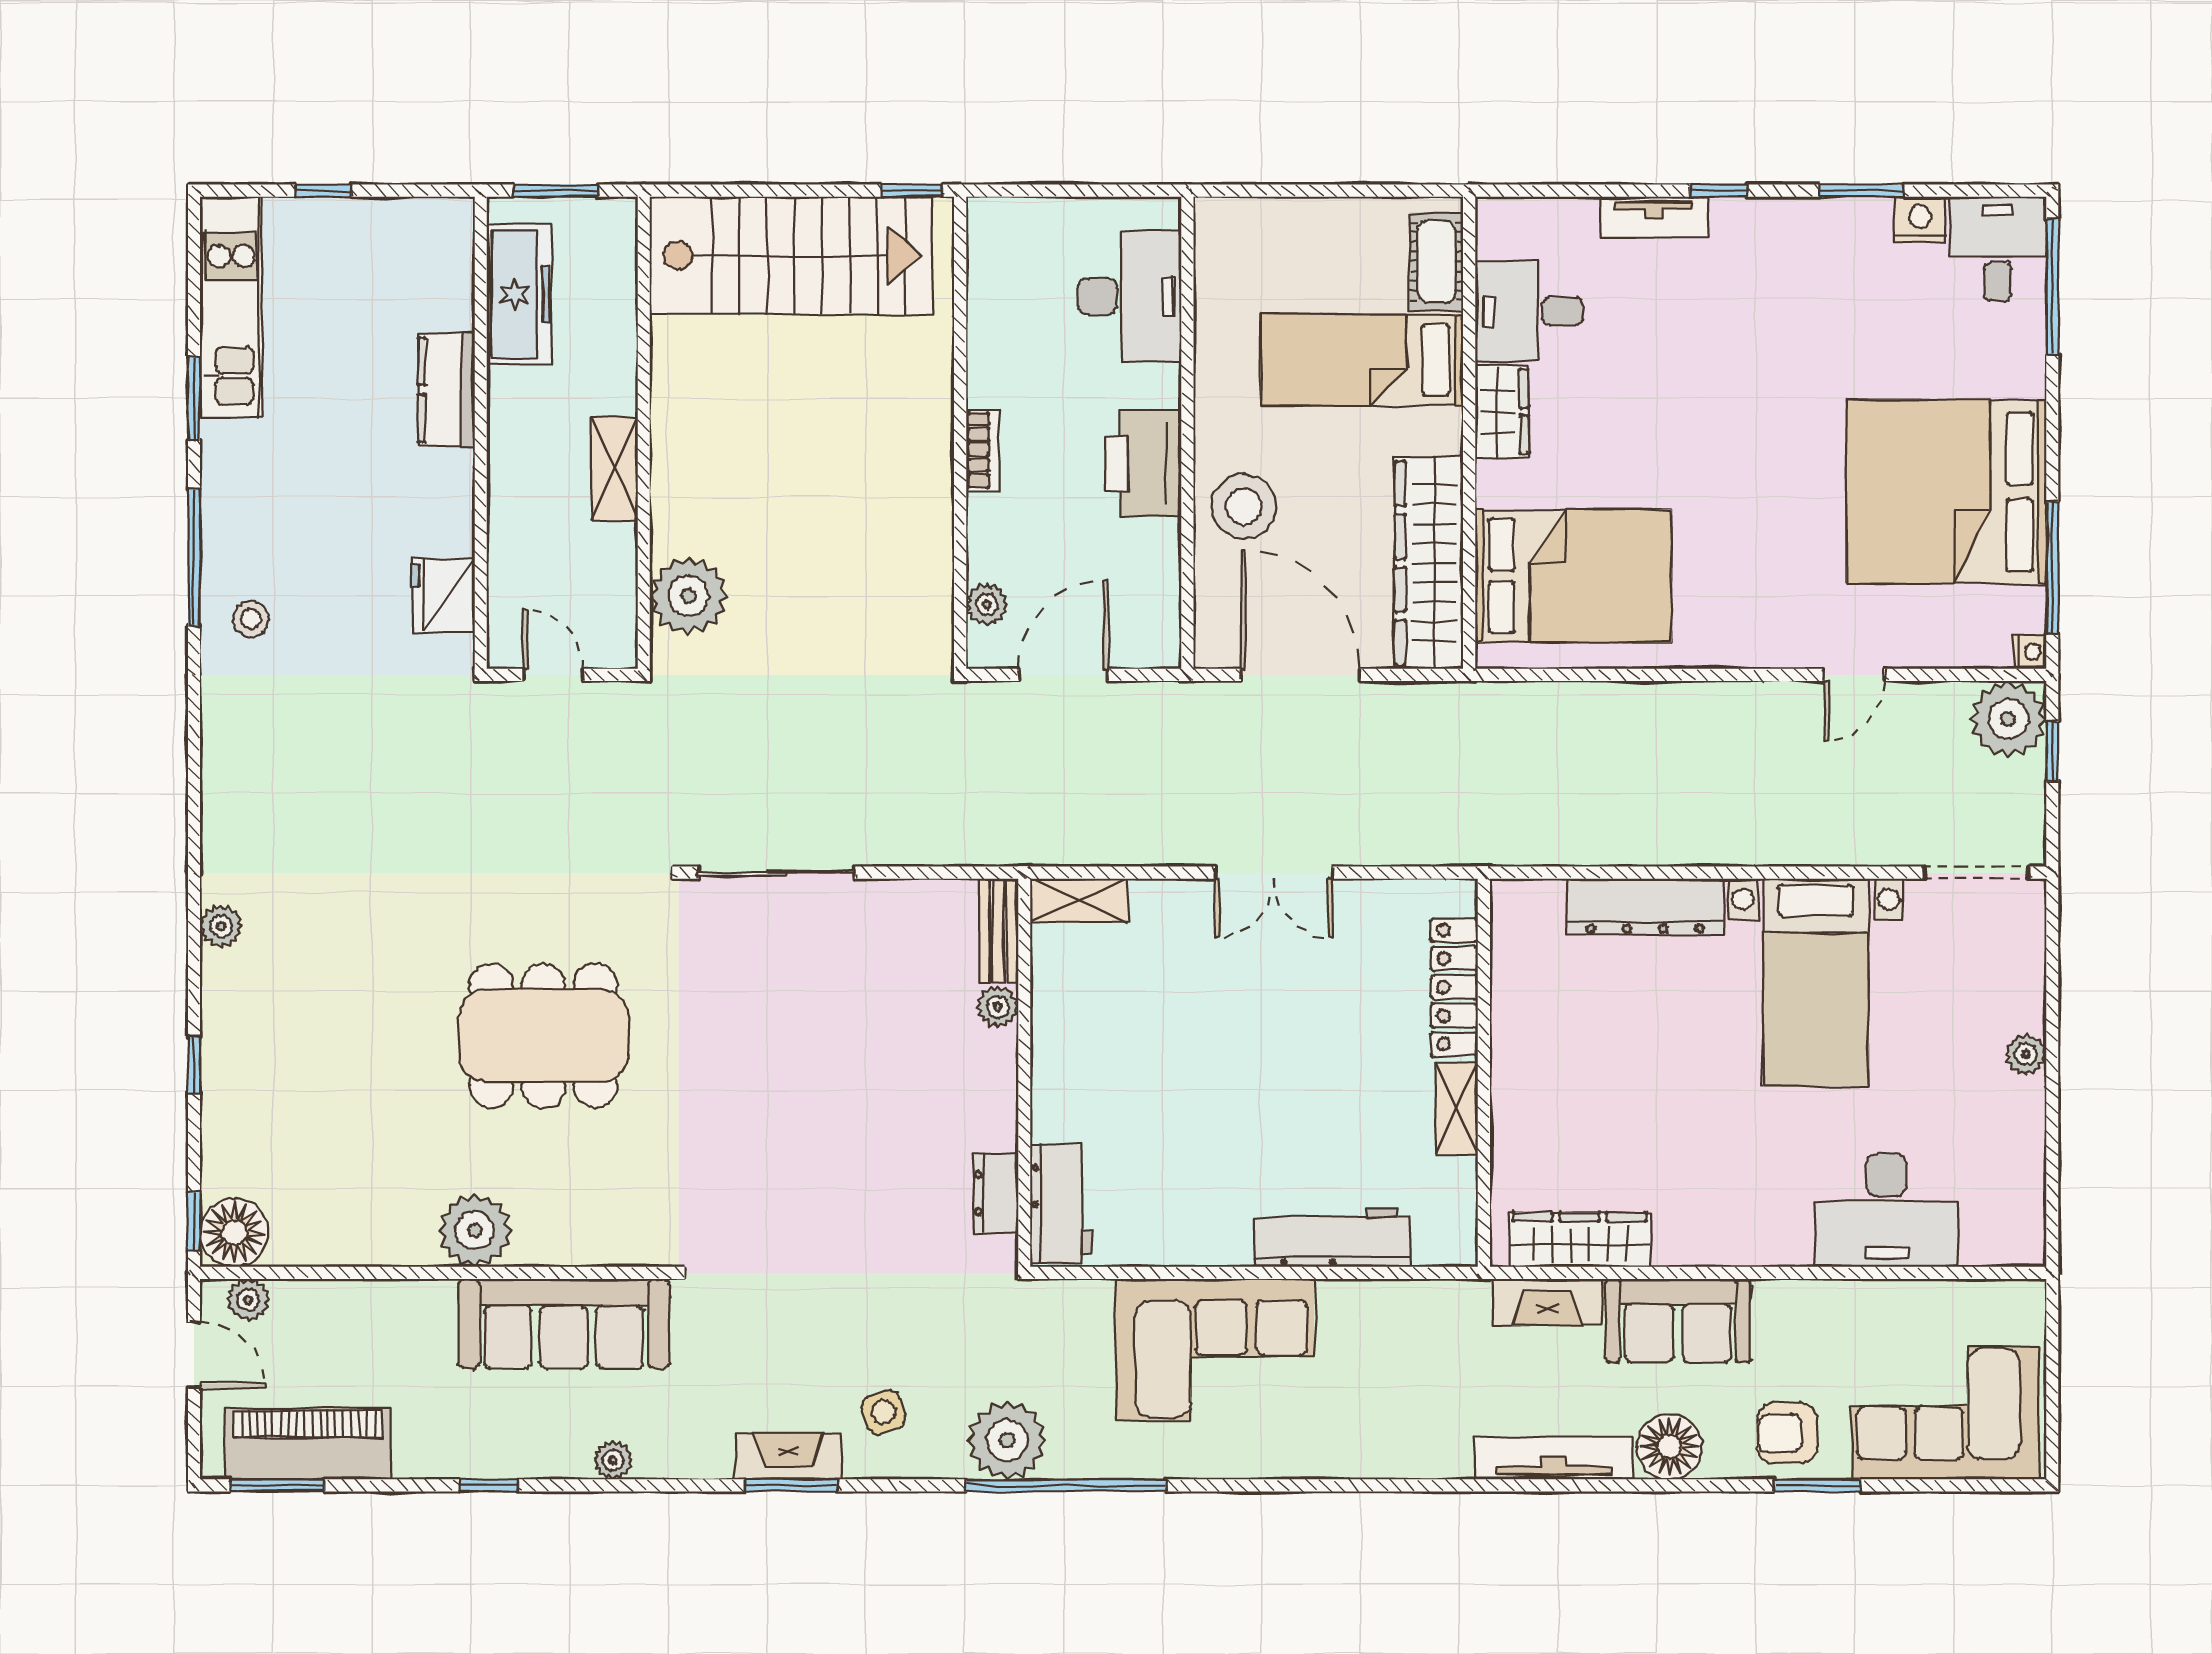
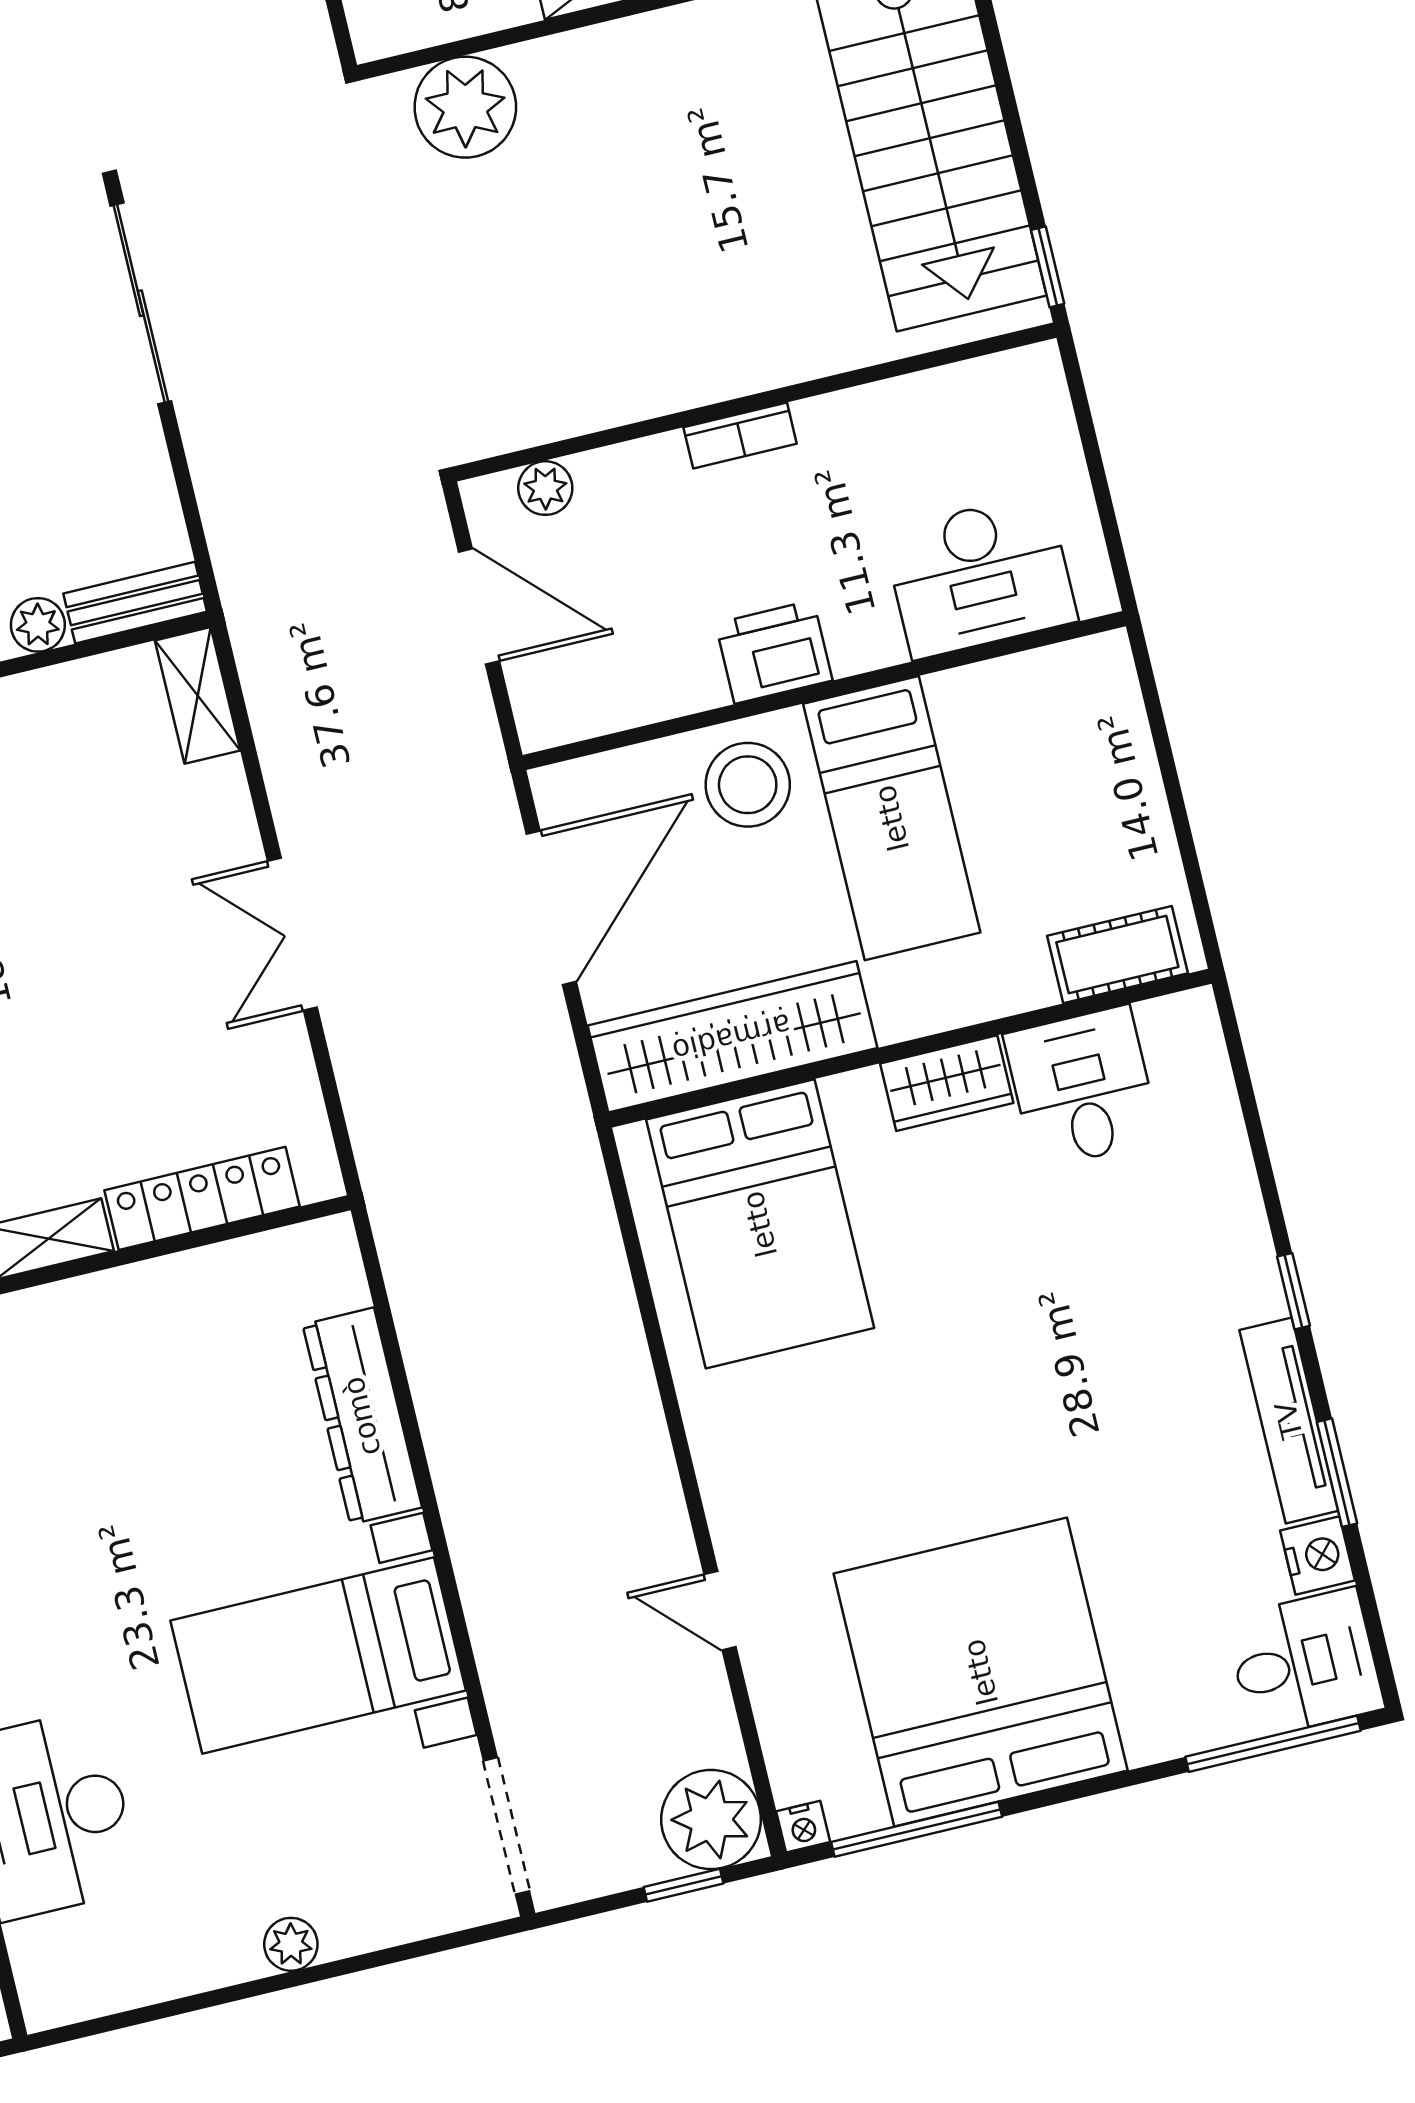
tv unit: (1654, 217) -> (1289, 1420), moved, width x1.41
bed: (1362, 360) -> (892, 818), moved, turned 180
printer: (1143, 463) -> (774, 652), width x0.73, depth x0.84

